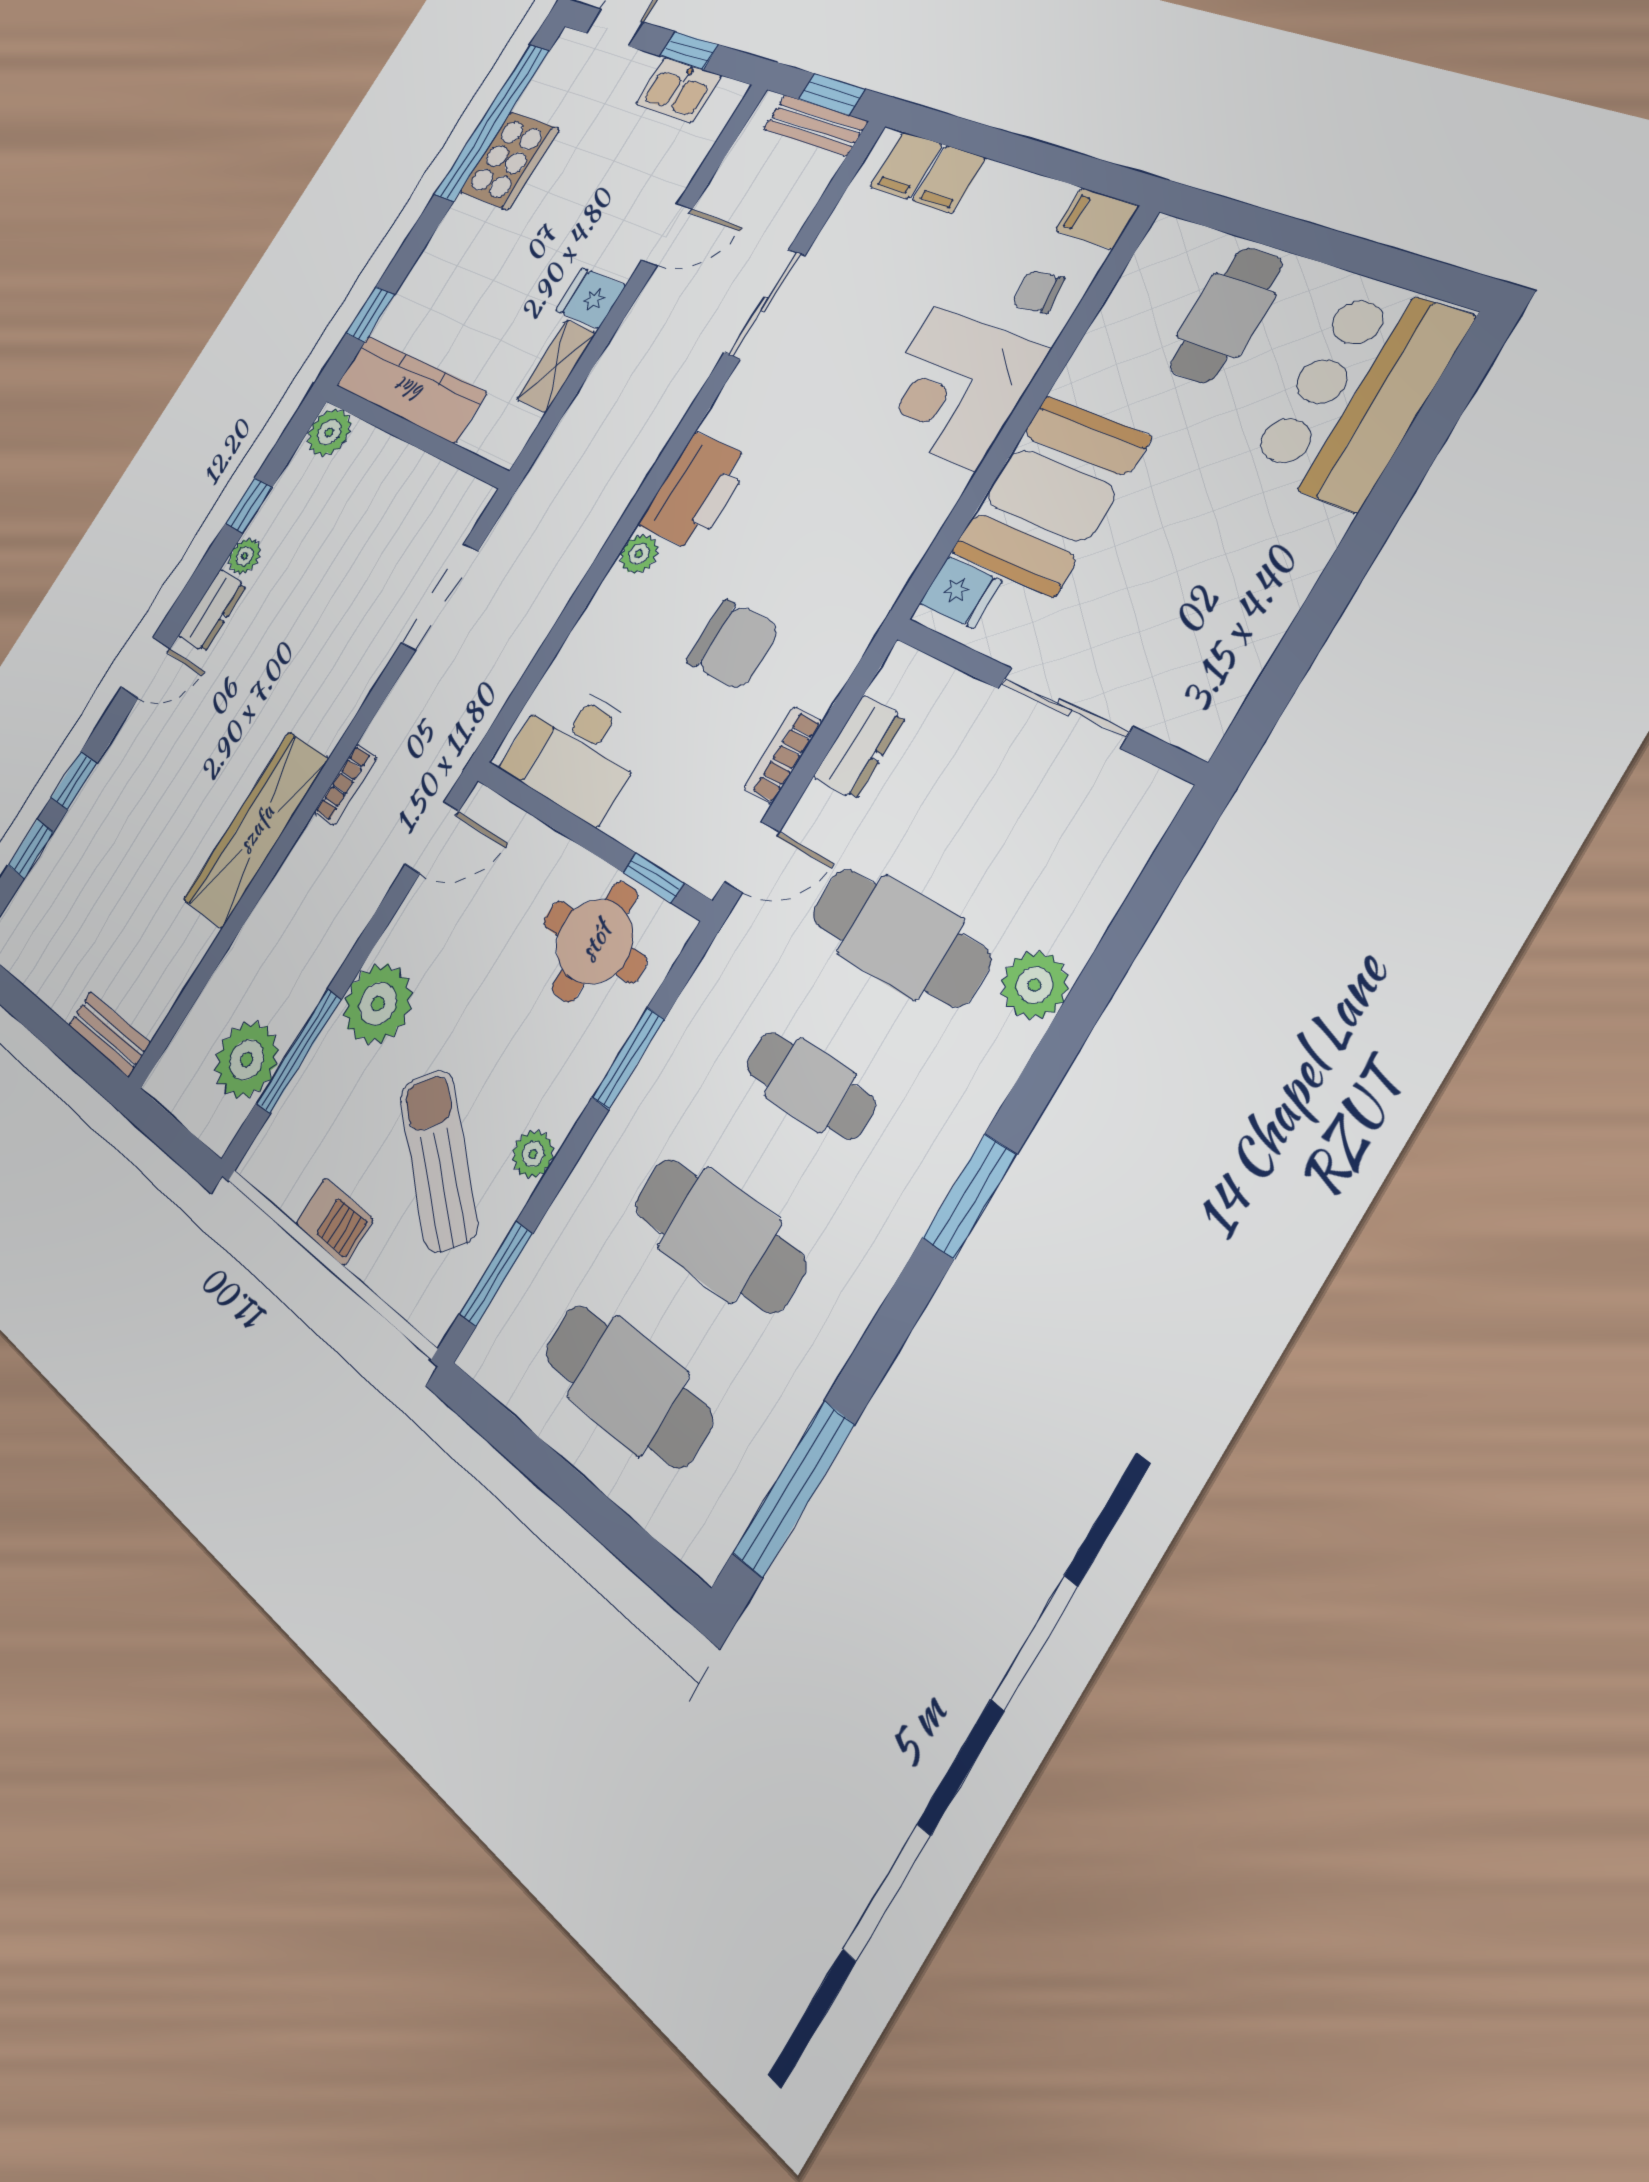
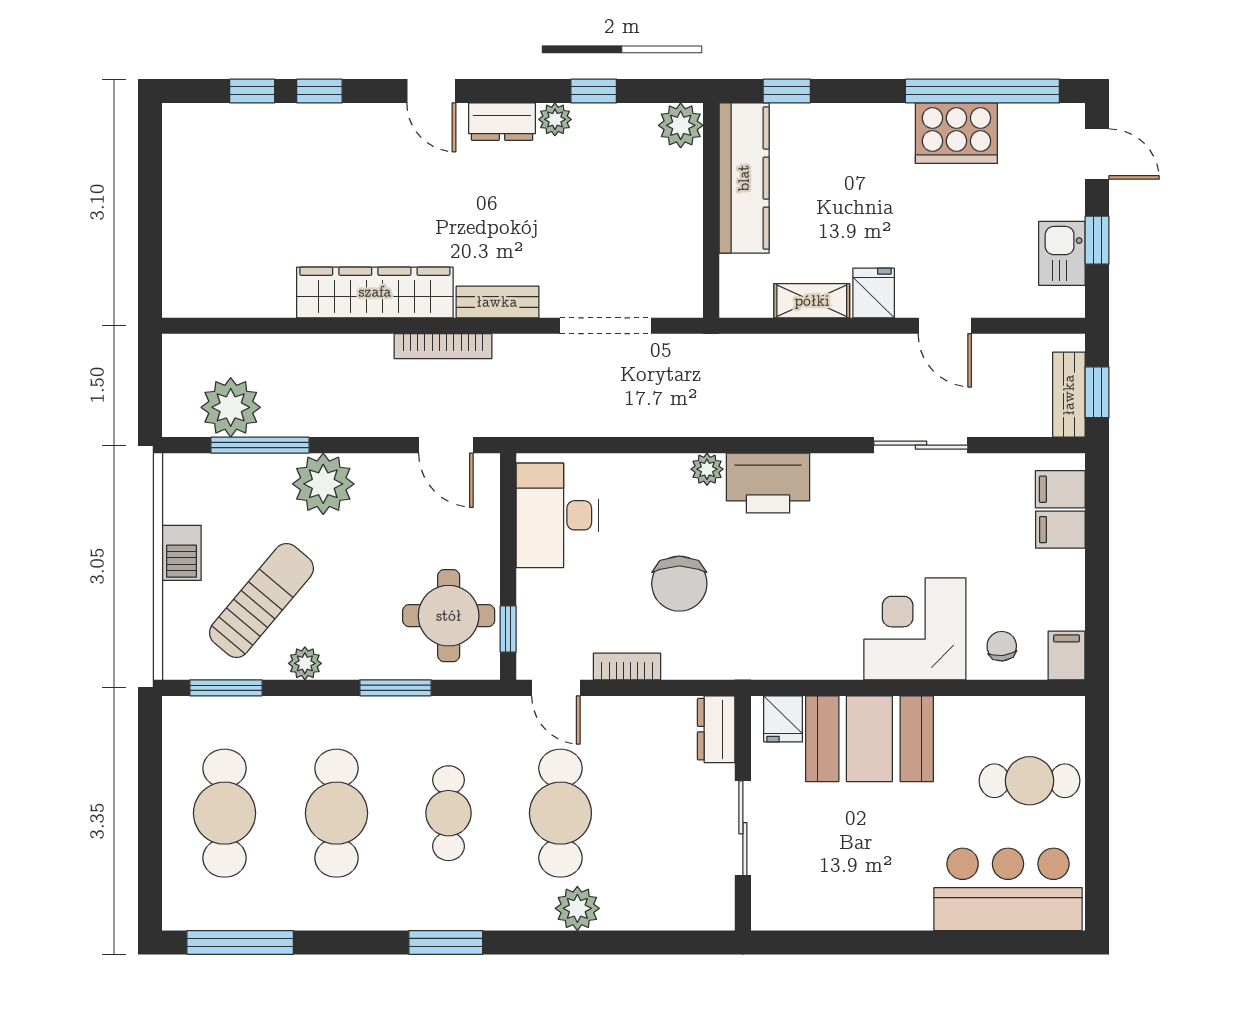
dresser: (859, 747) -> (716, 729), moved, turned 90
bookcase: (345, 785) -> (443, 346), width x1.56
bench: (109, 1034) -> (497, 302), moved, turned 90

